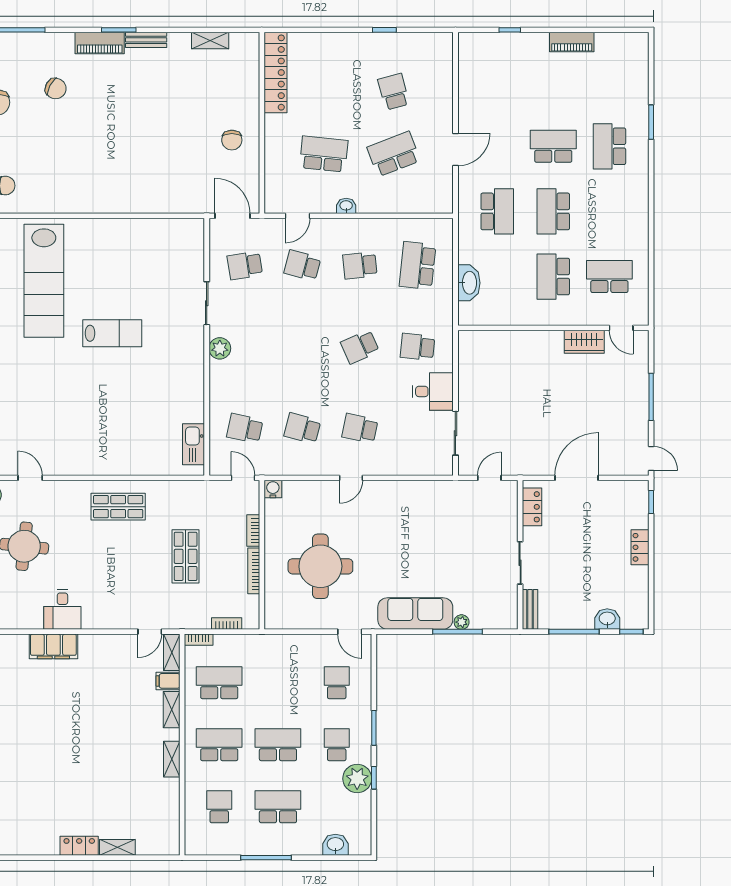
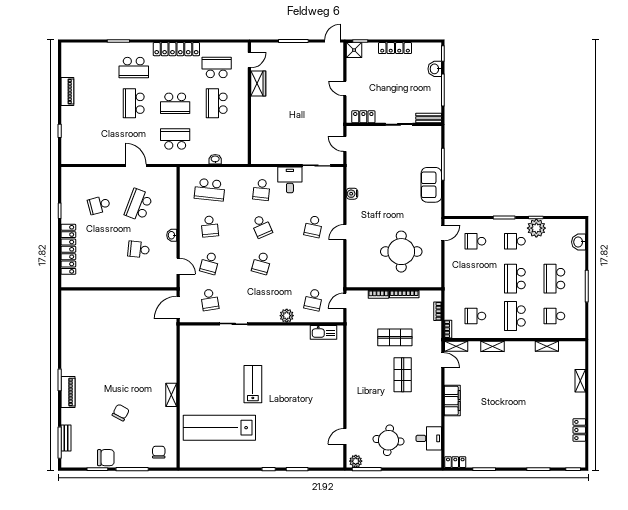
bench: (146, 40) -> (66, 438), moved
shelving: (210, 40) -> (171, 395), moved
locker: (276, 73) -> (68, 249), moved, turned 90
chair: (56, 89) -> (121, 413), moved
chair: (232, 140) -> (130, 308), removed
school desk: (324, 154) -> (139, 249), width x0.54
school desk: (394, 154) -> (139, 205), turned 42
locker: (638, 213) -> (176, 49), added
school desk: (553, 277) -> (217, 103), turned 90
school desk: (609, 277) -> (217, 68), turned 90
lab bench: (44, 281) -> (219, 428), turned 180
washbasin: (469, 283) -> (215, 159), width x0.52, depth x0.69
plant: (220, 348) -> (287, 316), moved
school desk: (302, 428) -> (261, 263), moved
door: (351, 478) -> (345, 232), swing flipped
door: (577, 478) -> (345, 88), width x0.53
water cooler: (273, 489) -> (352, 194), moved
shower: (637, 492) -> (354, 50), added
shop shelf: (118, 507) -> (403, 375), moved
locker: (640, 547) -> (395, 48), width x1.53
desk: (62, 610) -> (429, 438), moved
sofa: (415, 614) -> (431, 185), width x0.73
plant: (462, 622) -> (437, 162), removed
filing cabinet: (53, 646) -> (452, 401), moved
filing cabinet: (168, 681) -> (474, 349), removed
school desk: (219, 683) -> (475, 316), width x0.54
shelving: (172, 759) -> (547, 346), moved
locker: (79, 846) -> (579, 430), moved

